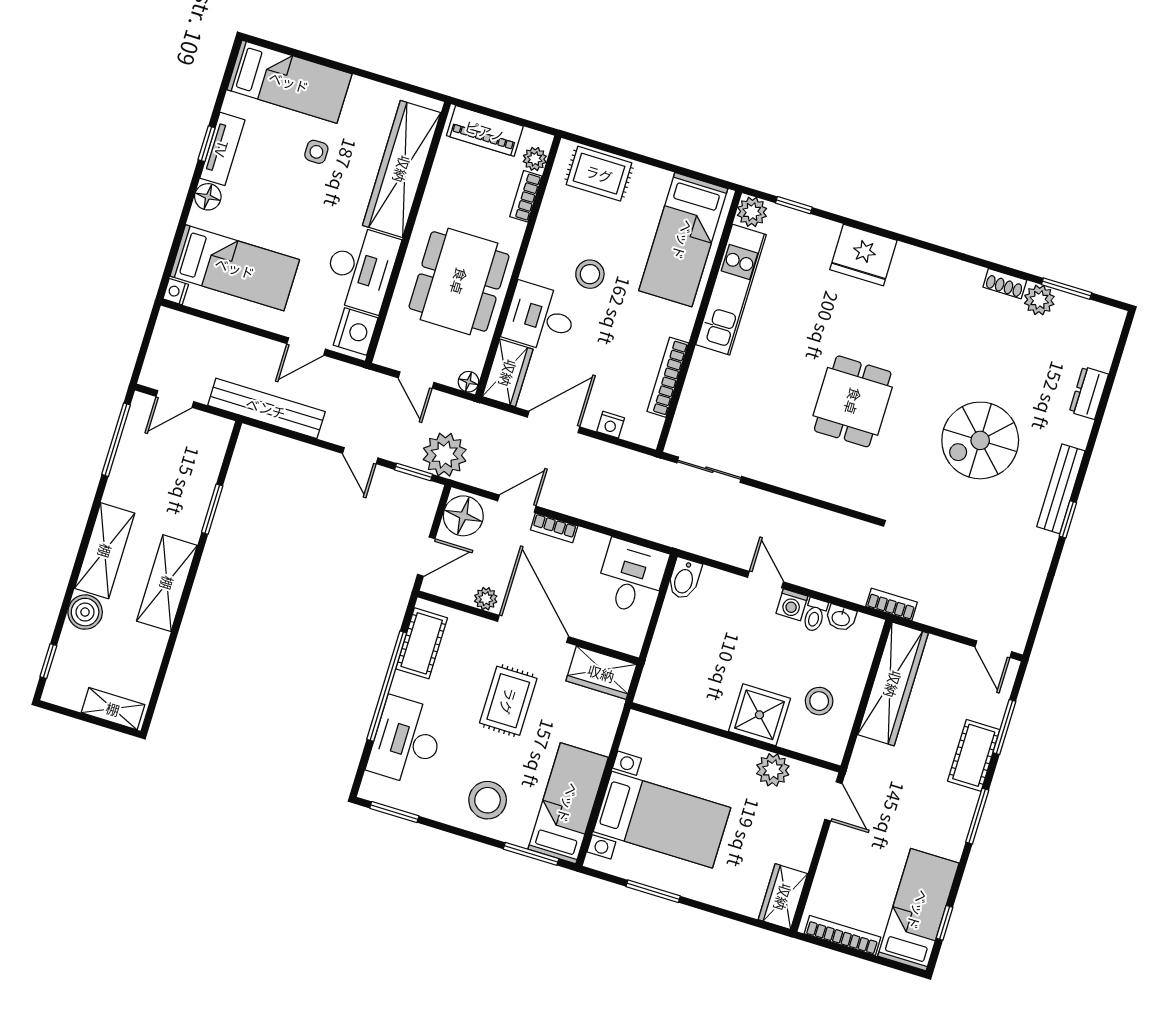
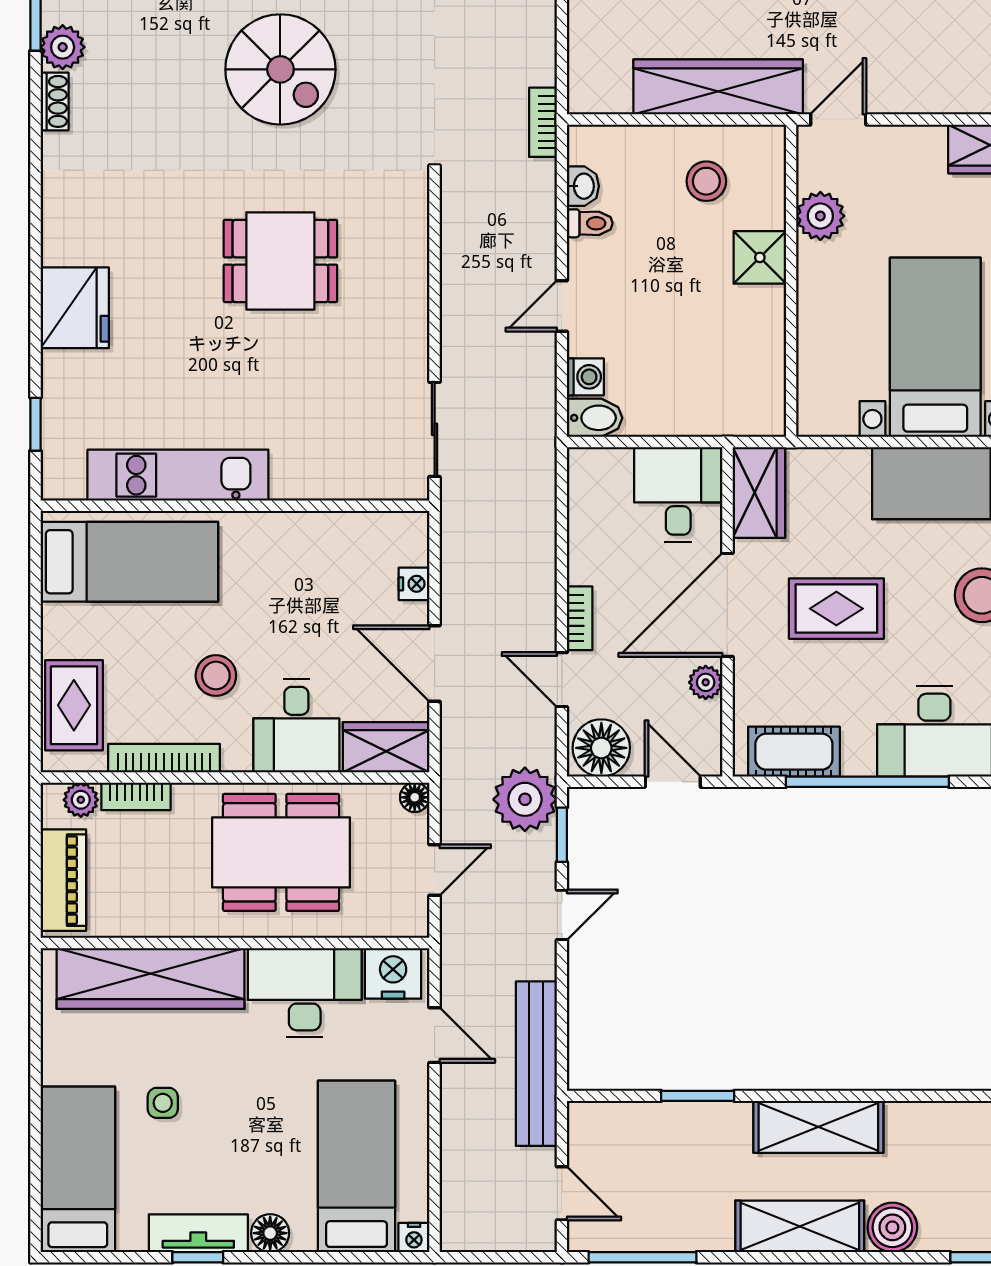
plant: (752, 212) -> (62, 479), removed
bookcase: (668, 377) -> (164, 758), moved, turned 180
desk: (631, 577) -> (678, 495), moved, turned 90
washing machine: (792, 605) -> (585, 377), moved
wardrobe: (893, 684) -> (718, 87), moved
shower: (759, 715) -> (760, 257), width x0.73, depth x0.73

